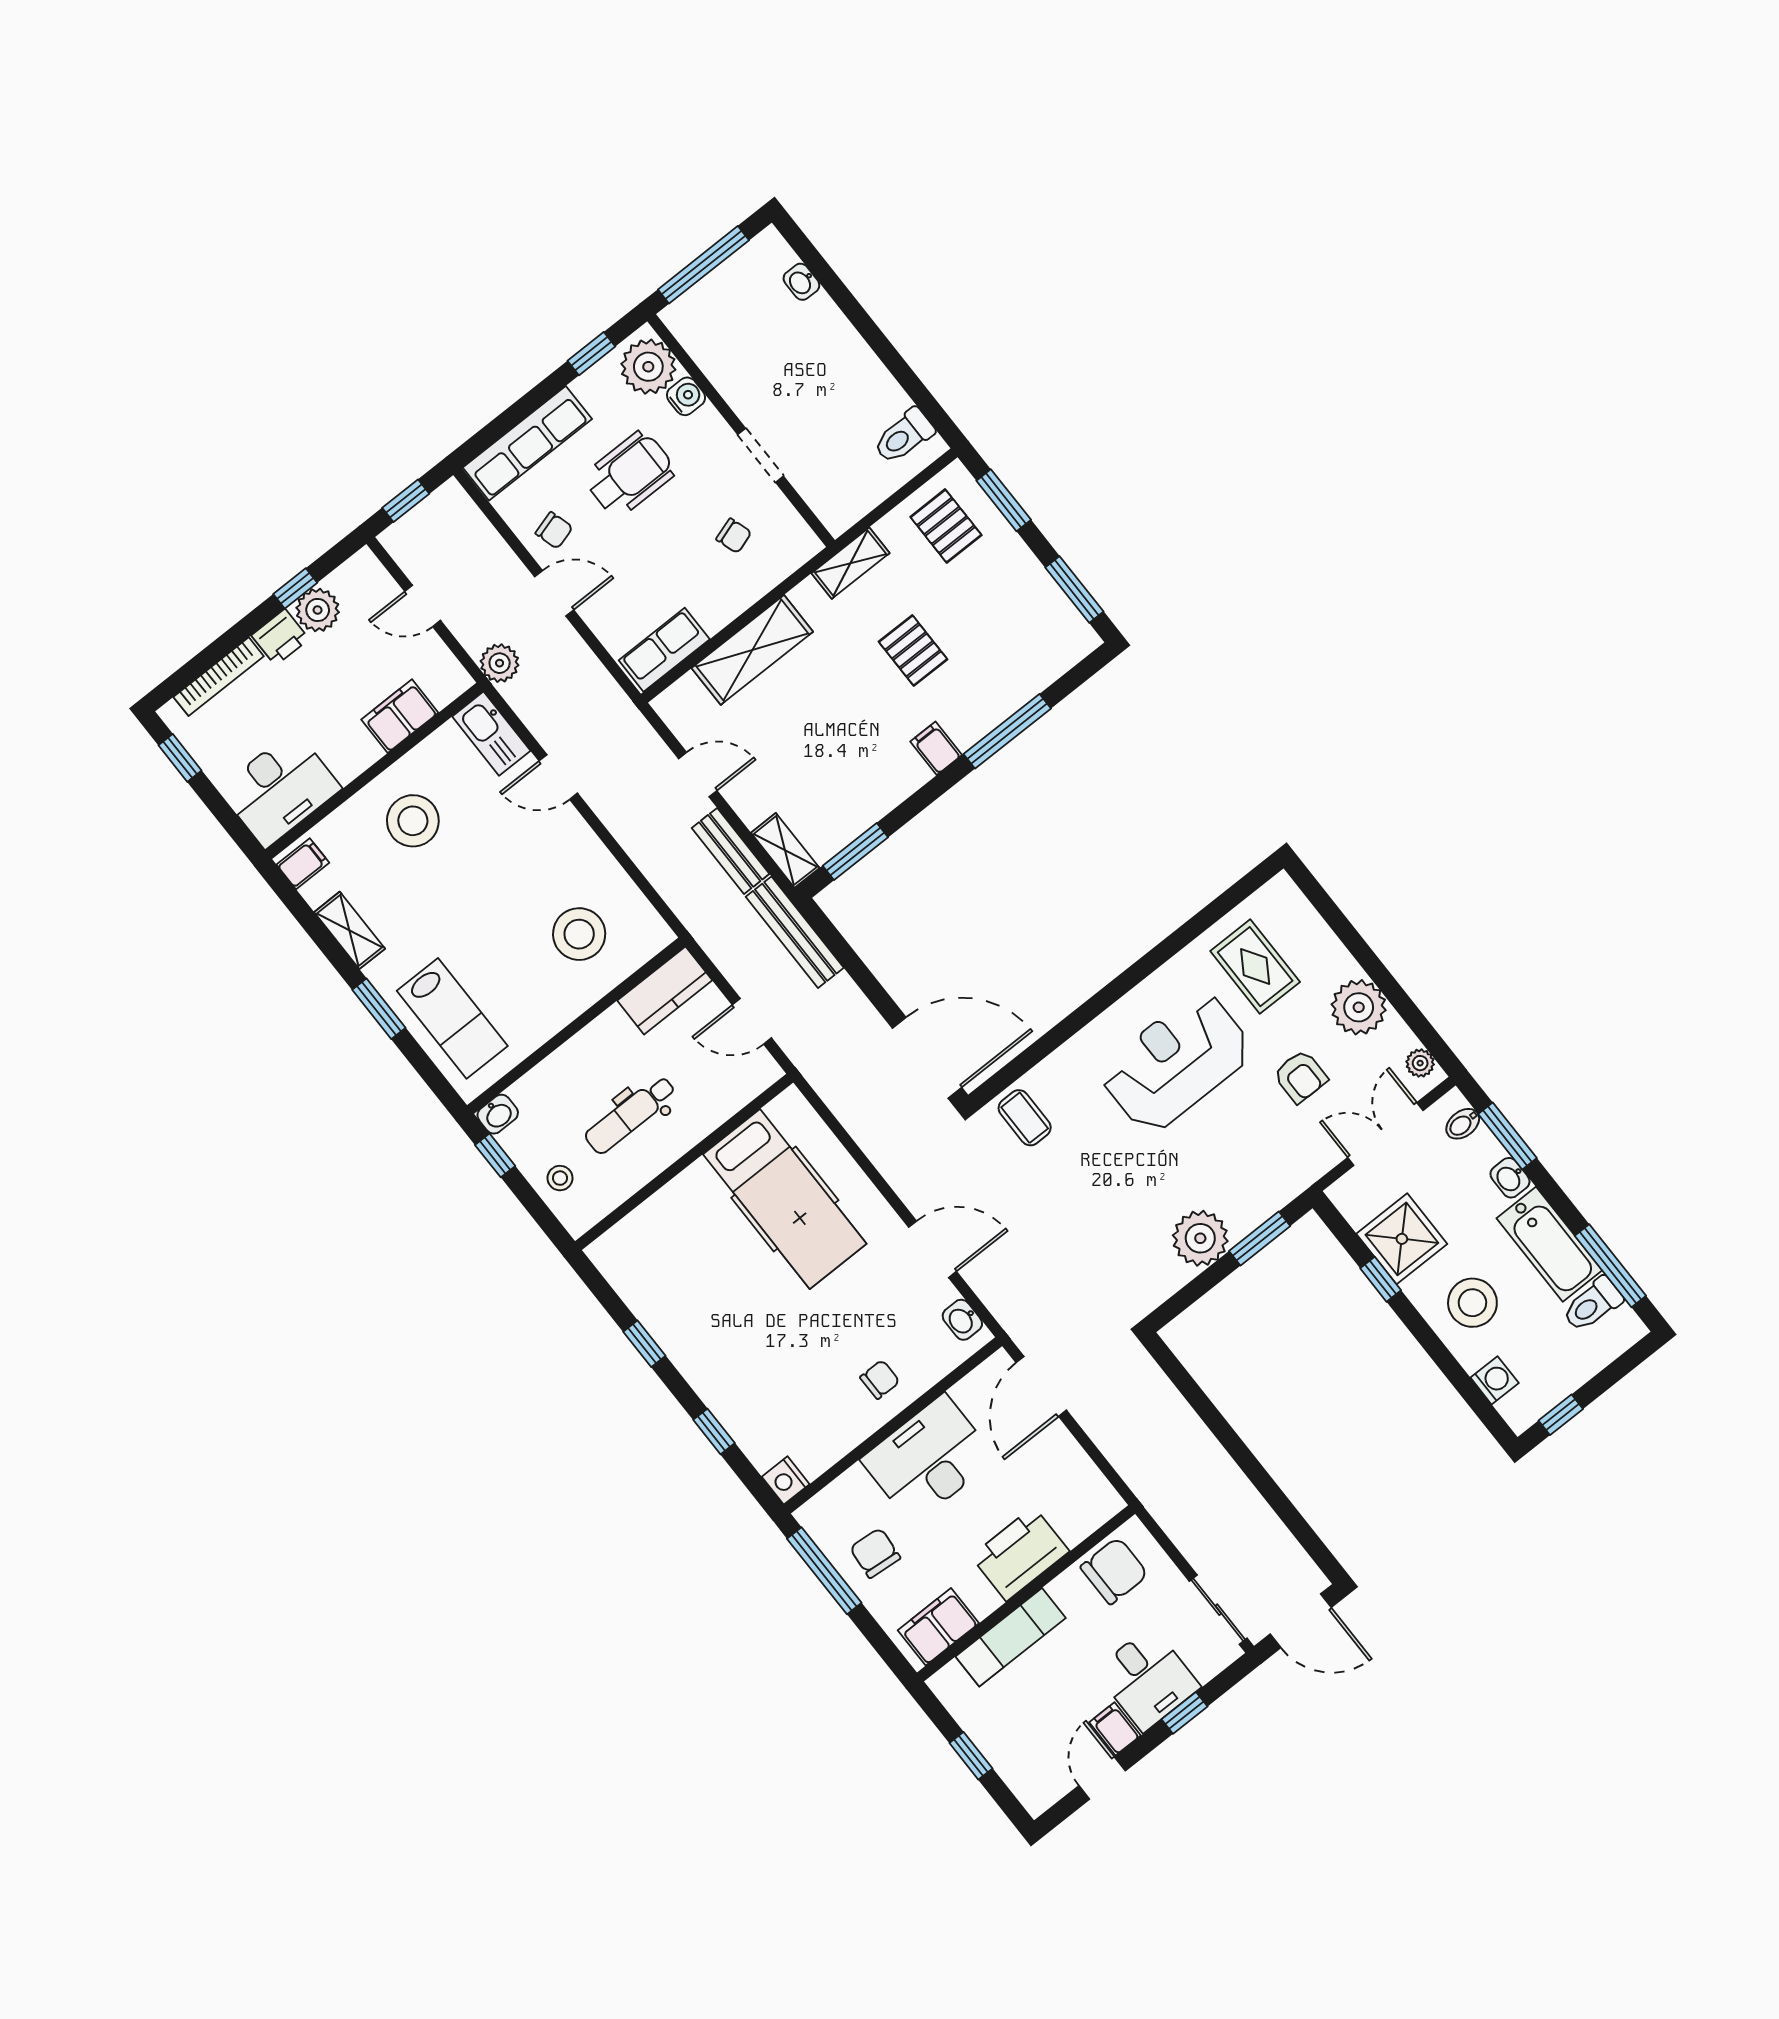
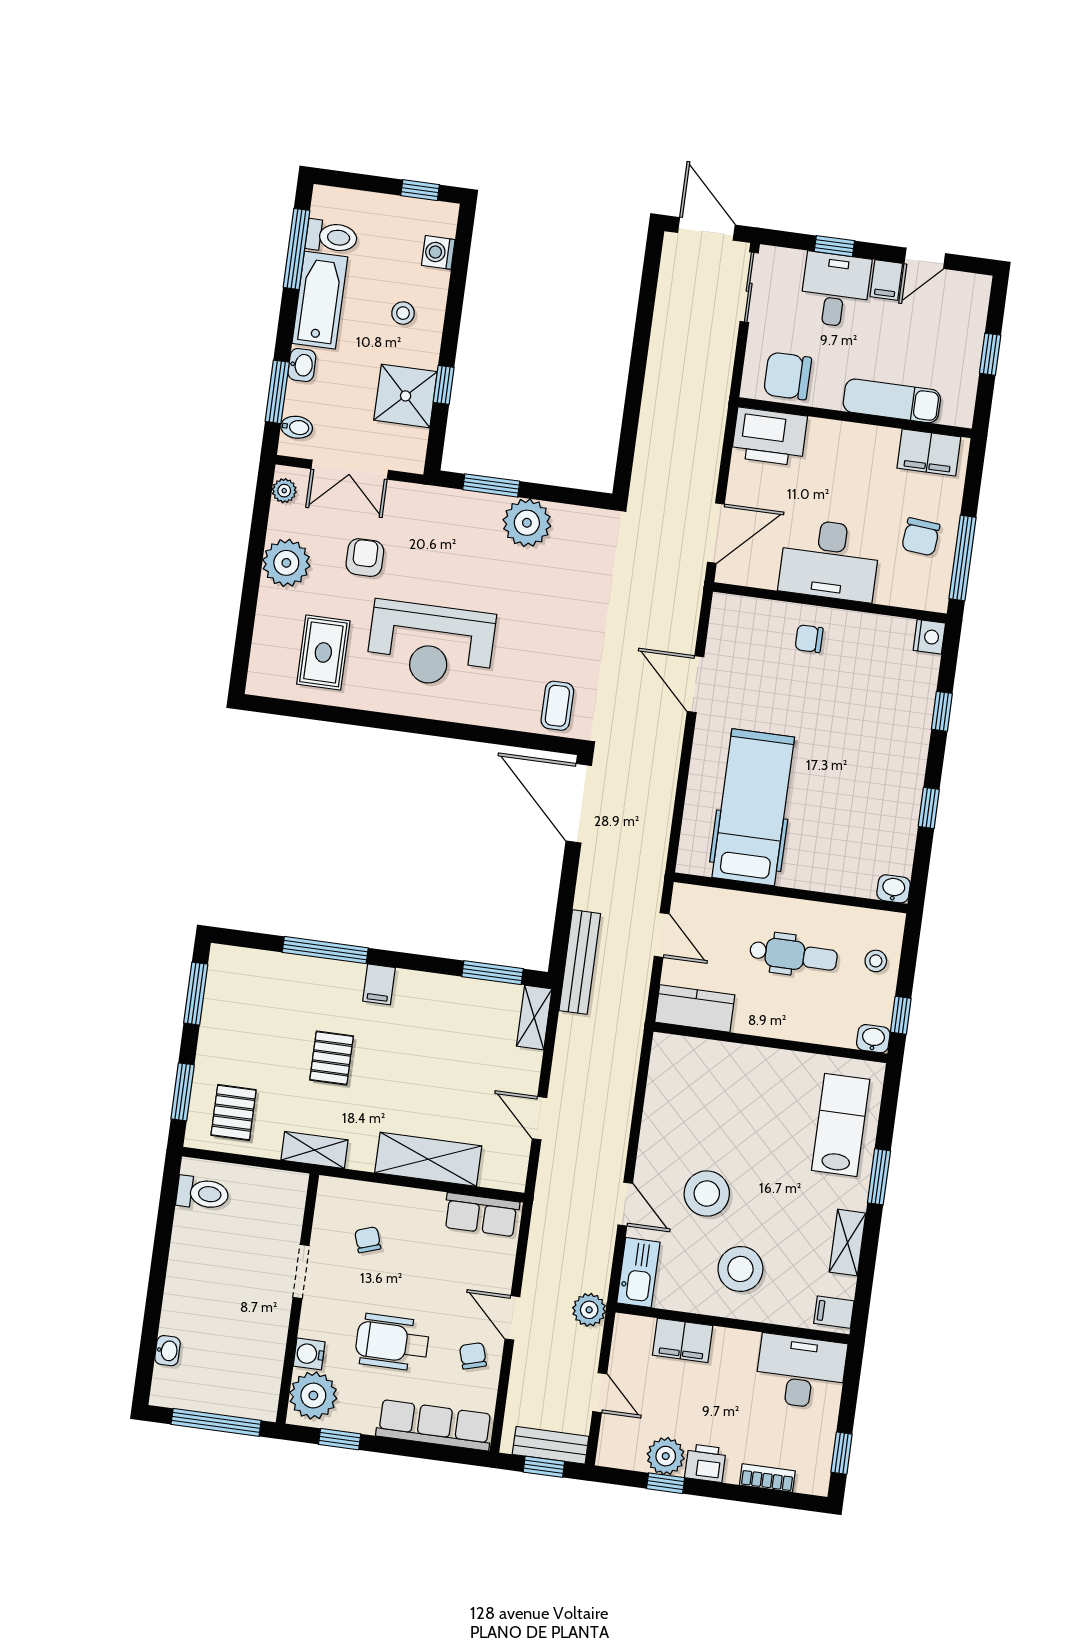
bookcase: (219, 677) -> (767, 1478), width x0.64
bench: (731, 851) -> (551, 1445), moved, turned 90
stool: (579, 934) -> (707, 1194), moved
stool: (1472, 1303) -> (403, 313), width x0.53, depth x0.53
washbasin: (962, 1320) -> (894, 889), moved, turned -90
printer: (1020, 1554) -> (769, 437), moved

